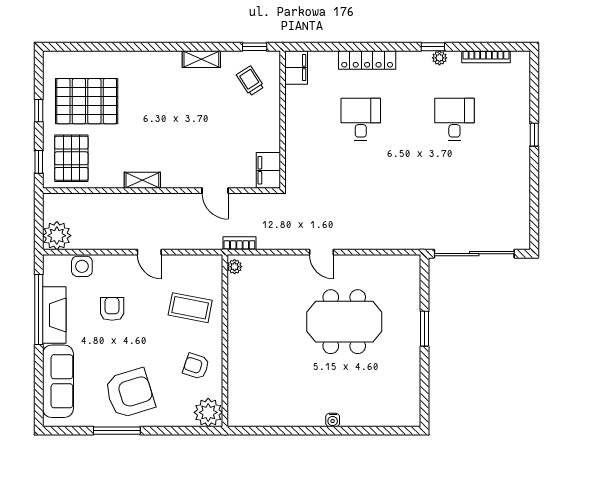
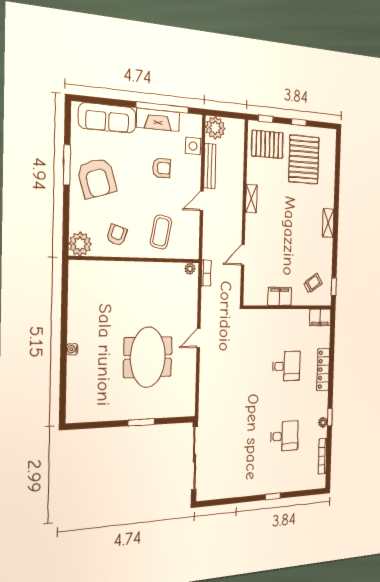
shelving: (201, 59) -> (328, 223), moved
filing cabinet: (268, 170) -> (280, 296), moved
bench: (105, 242) -> (210, 166), added

